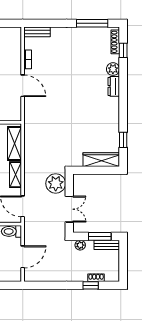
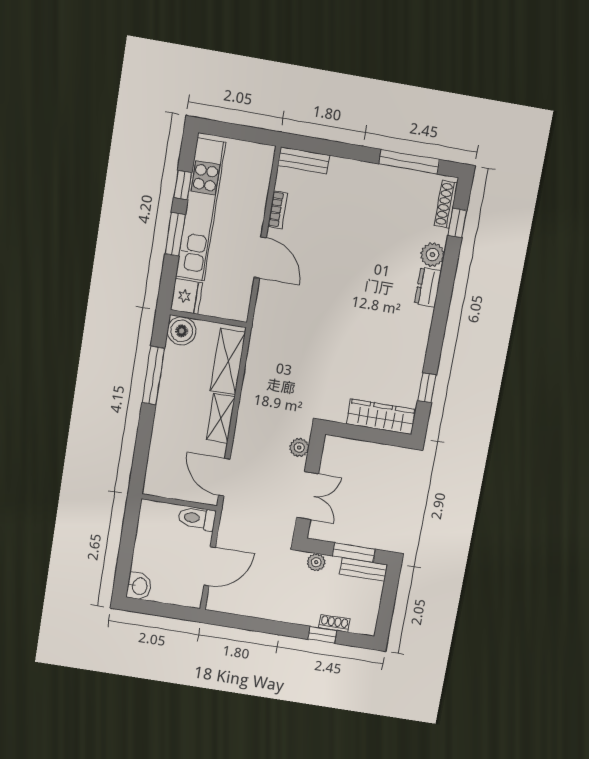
plant: (56, 183) -> (299, 447), width x0.53, depth x0.53

